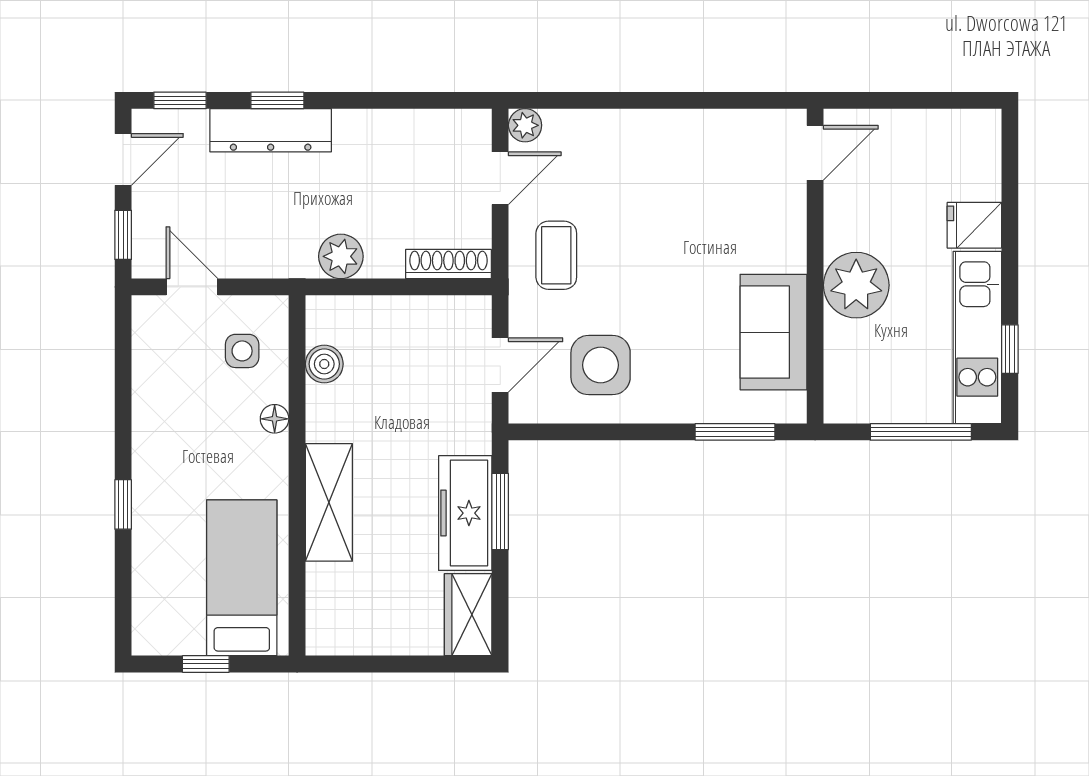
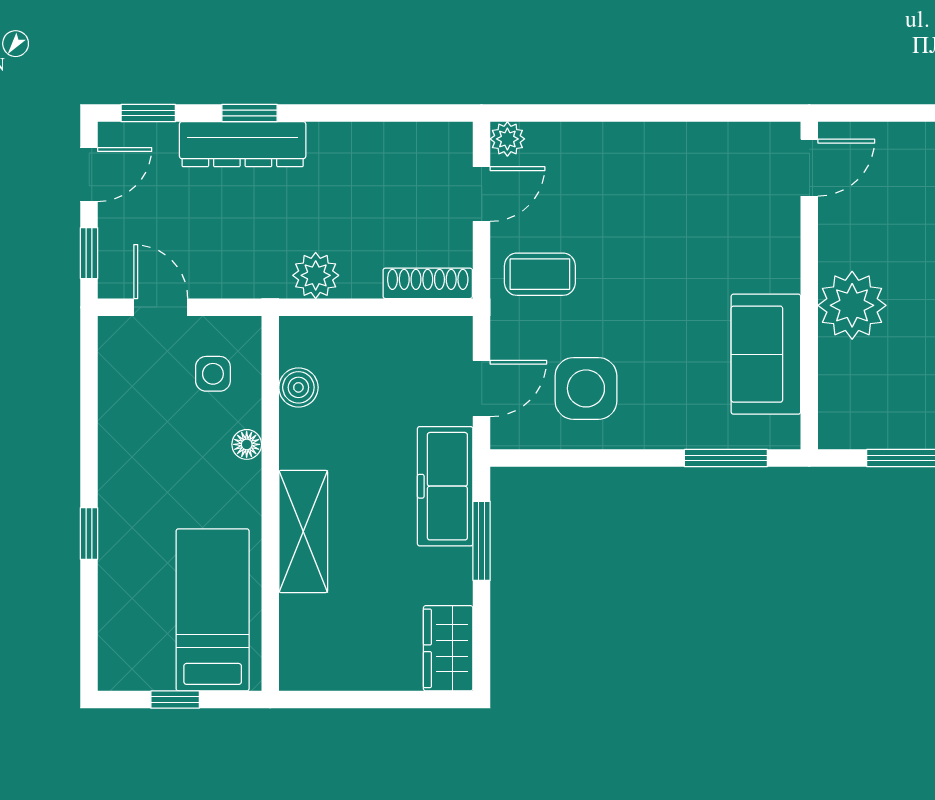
coffee table: (556, 255) -> (540, 274), turned 90
freezer: (465, 513) -> (445, 486), moved

